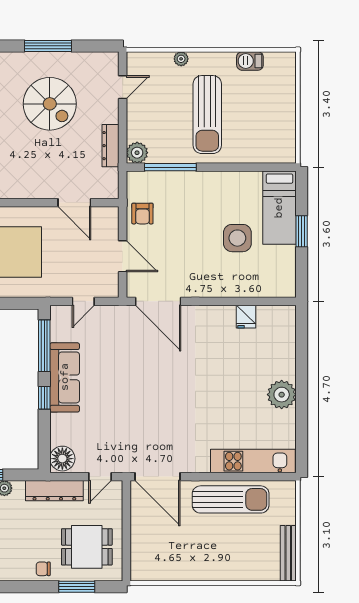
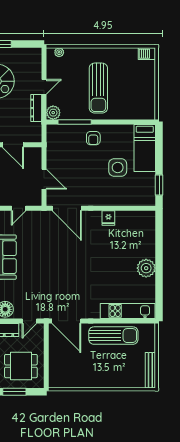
plant: (181, 59) -> (59, 52), moved
barbecue: (250, 61) -> (147, 54), moved
door: (123, 87) -> (44, 87), moved
armchair: (142, 214) -> (93, 138), moved
window: (302, 231) -> (159, 185), moved
fridge: (246, 317) -> (108, 218), moved

